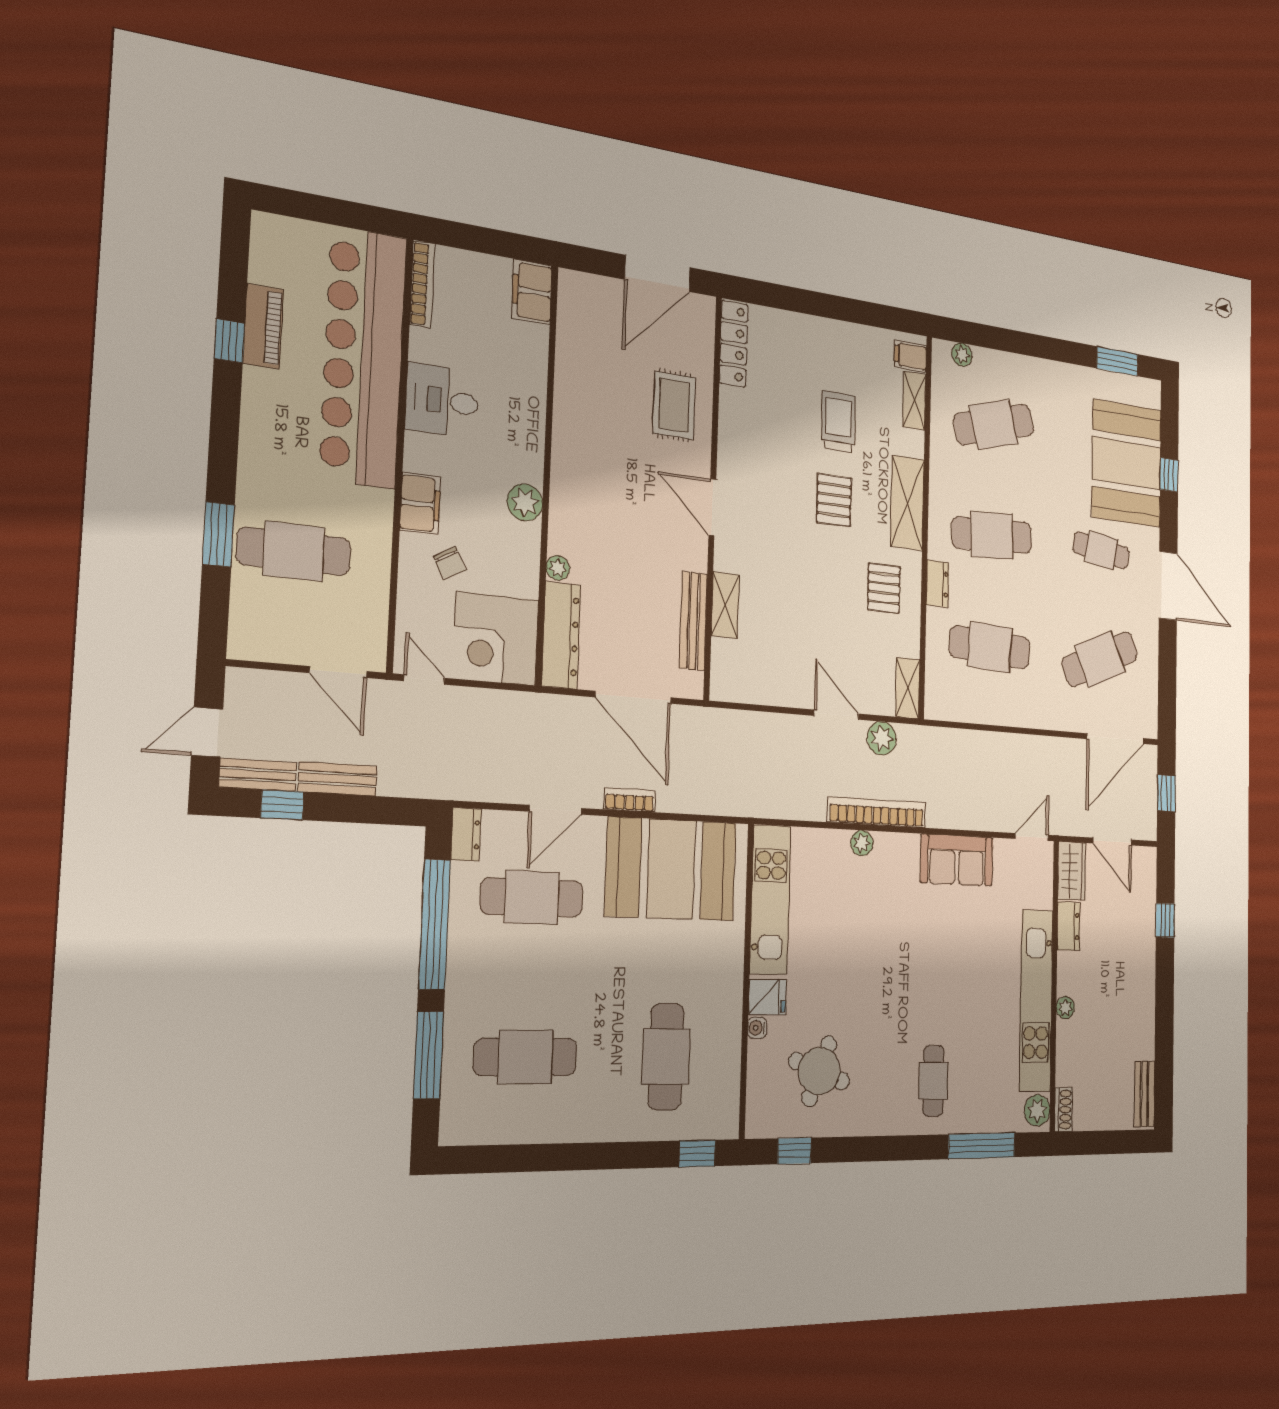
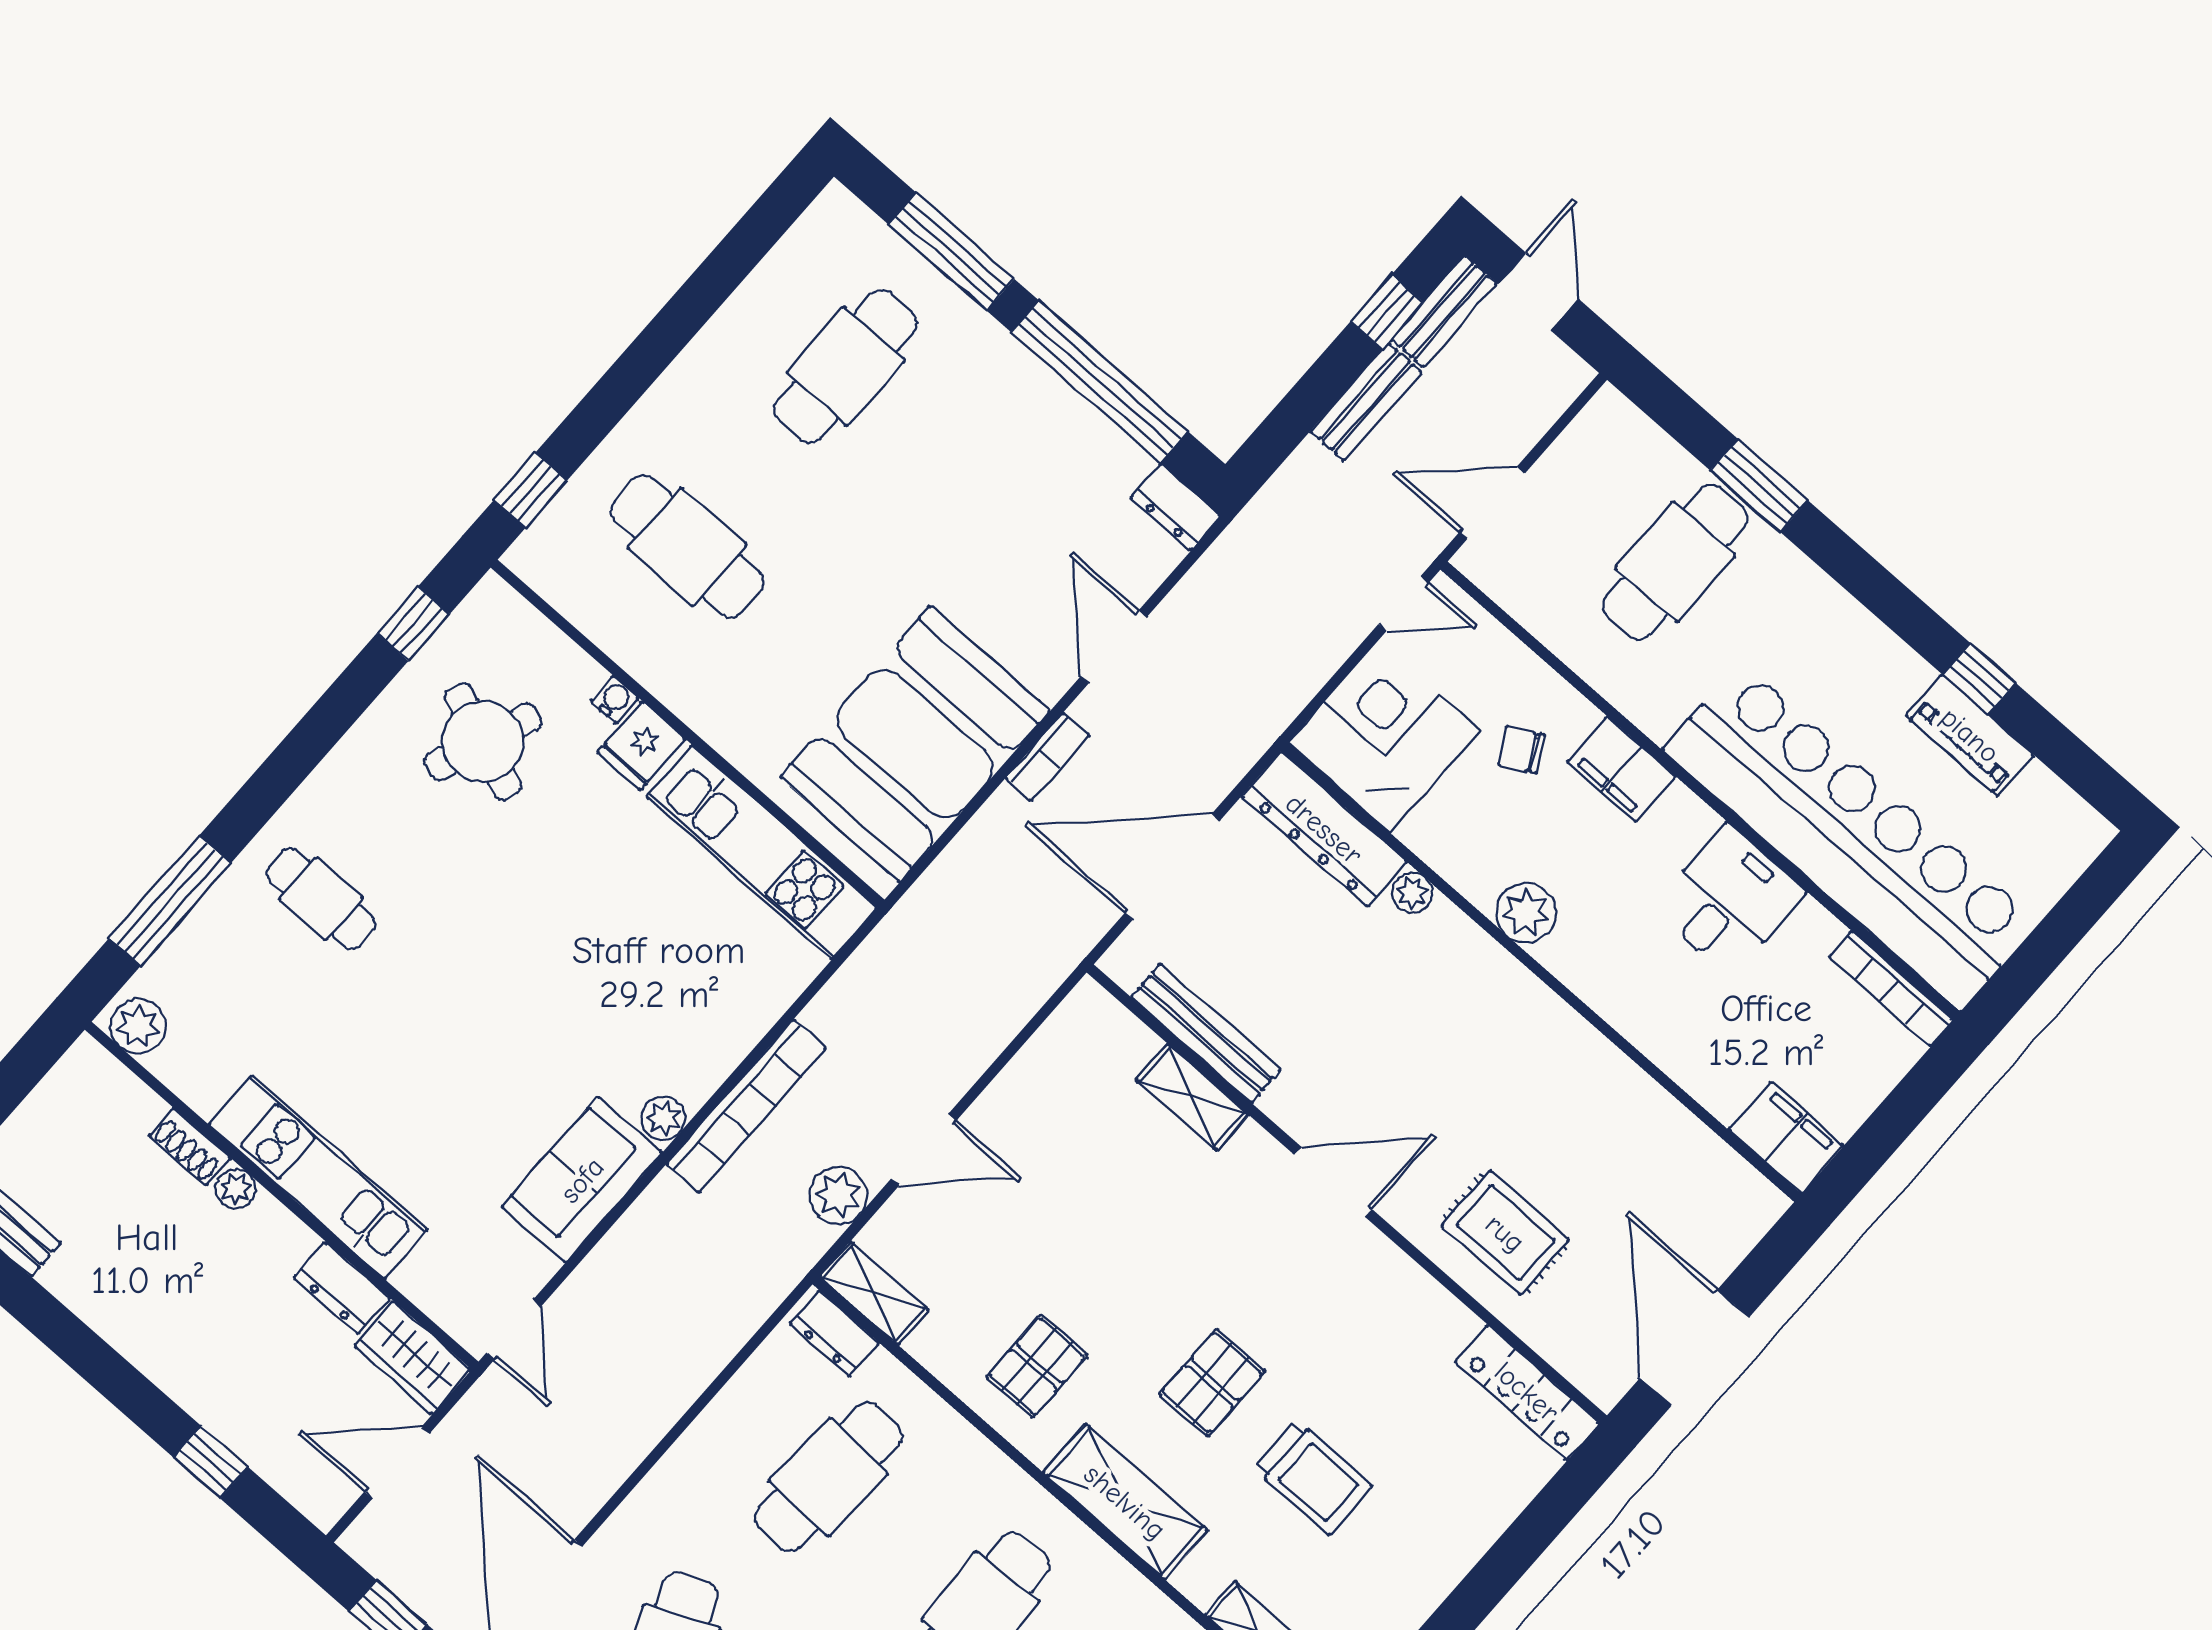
pallet: (834, 500) -> (1212, 1383), turned 90
dresser: (938, 584) -> (834, 1333), moved
pallet: (884, 588) -> (1037, 1366), turned 90
plant: (862, 843) -> (663, 1118), moved
cafe table: (532, 897) -> (1031, 530), removed
kitchen unit: (1036, 1001) -> (318, 1177), width x0.73
shoe rack: (1063, 1110) -> (190, 1147), moved

